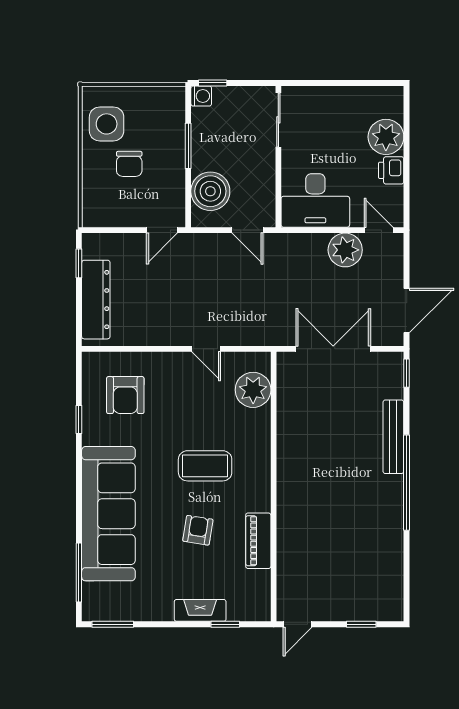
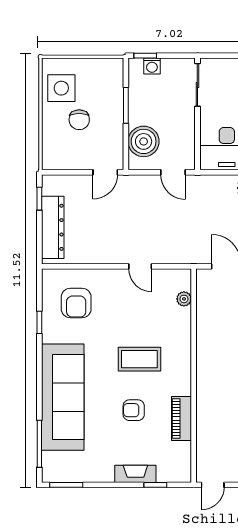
washing machine: (201, 96) -> (152, 66), moved, turned 90
plant: (253, 390) -> (184, 299), width x0.53, depth x0.53
armchair: (198, 530) -> (134, 410), turned -99

